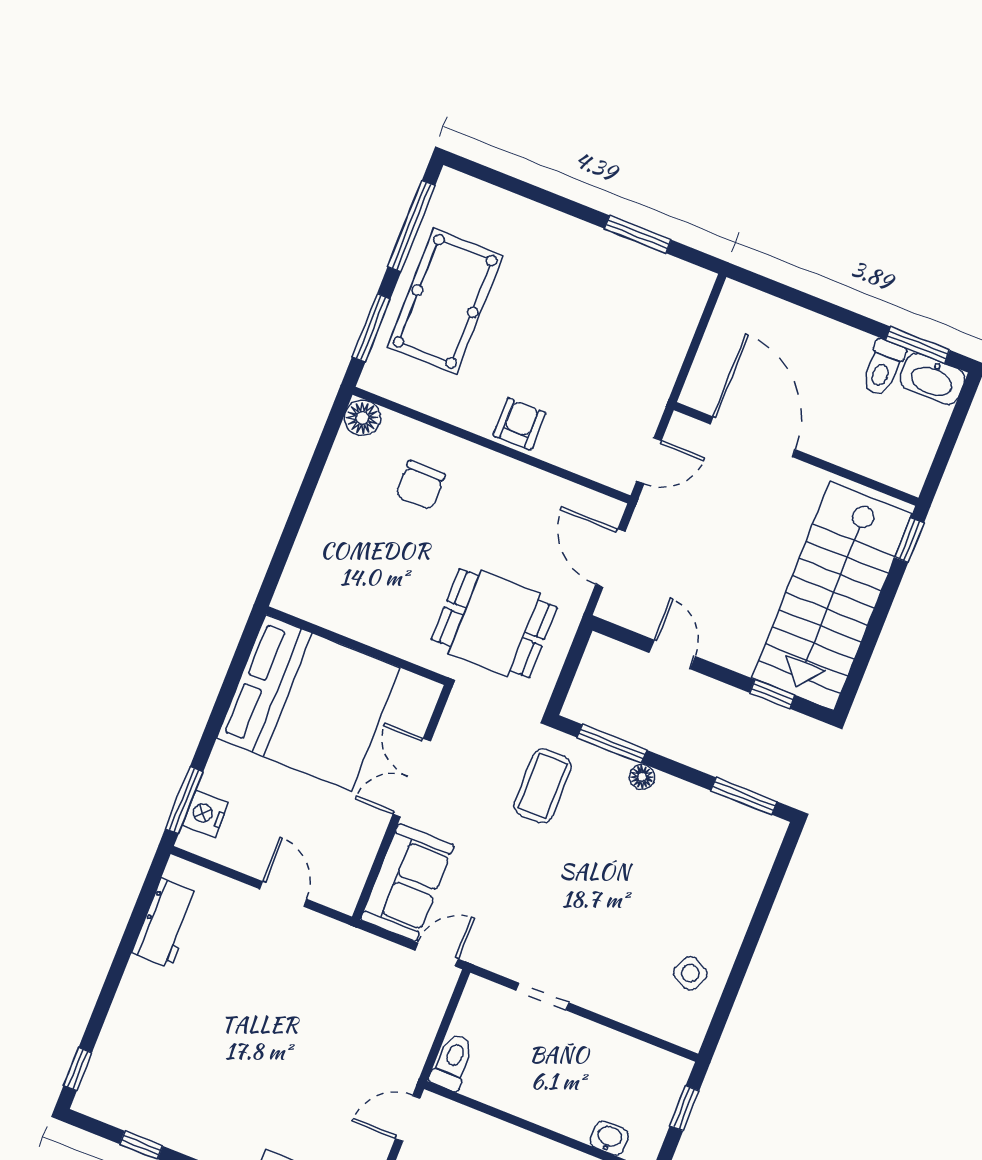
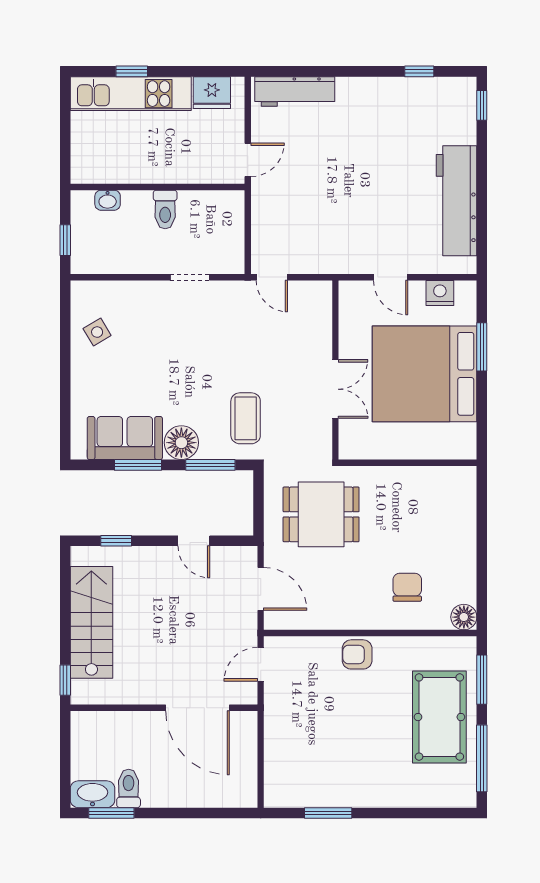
armchair: (519, 424) -> (357, 654), turned 90
stairs: (832, 596) -> (91, 622), width x0.73, depth x0.66
bed: (308, 703) -> (425, 374), moved
floor lamp: (642, 777) -> (181, 443), width x1.89, depth x1.89
window: (744, 796) -> (138, 465), moved
window: (184, 800) -> (482, 347), moved
nightstand: (205, 814) -> (440, 293), moved, turned -90
sofa: (407, 882) -> (125, 438), moved, turned 90
workbench: (166, 923) -> (457, 201), width x1.88, depth x1.32
door: (437, 955) -> (272, 277), hinge flipped
side table: (690, 973) -> (97, 332), turned 34
toilet: (452, 1062) -> (165, 209), moved

